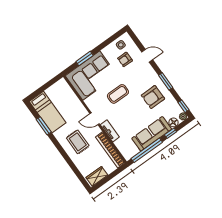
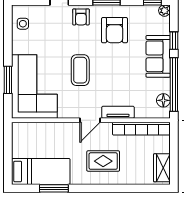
armchair: (125, 59) -> (81, 17), moved
floor lamp: (173, 122) -> (163, 100), moved
sofa: (152, 134) -> (158, 56), width x0.73

